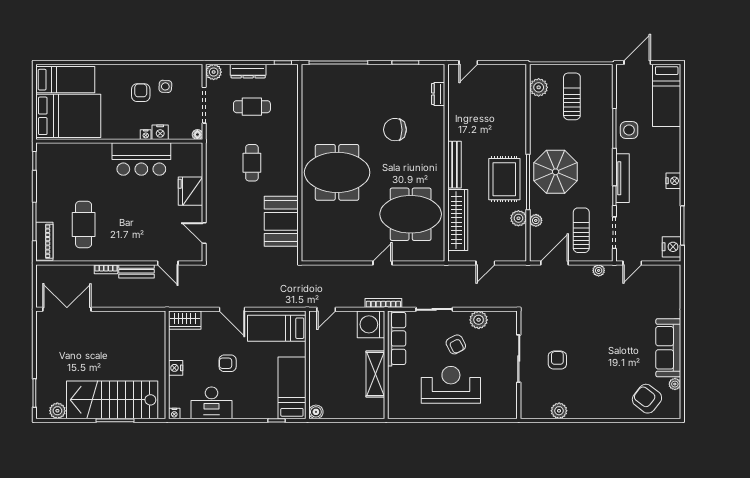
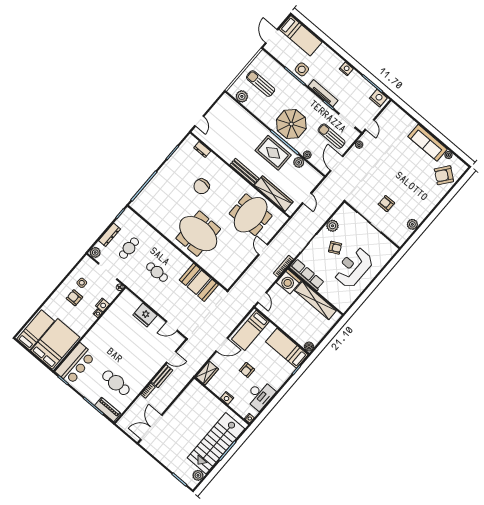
bar counter: (141, 159) -> (75, 364), moved
meeting table: (337, 172) -> (198, 234), turned 90
shelving: (375, 374) -> (315, 301), width x1.47

